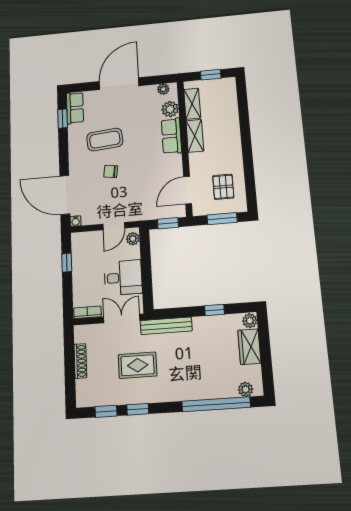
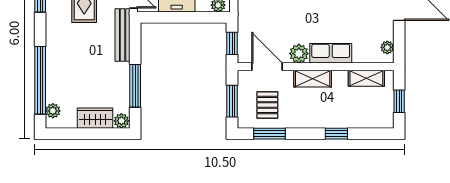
plant: (170, 109) -> (299, 54), moved
window: (245, 124) -> (336, 134), added
shelving: (195, 136) -> (313, 79), moved
window: (250, 182) -> (270, 134), added
pallet: (223, 187) -> (267, 105), turned 90
window: (214, 310) -> (135, 86), width x2.17

